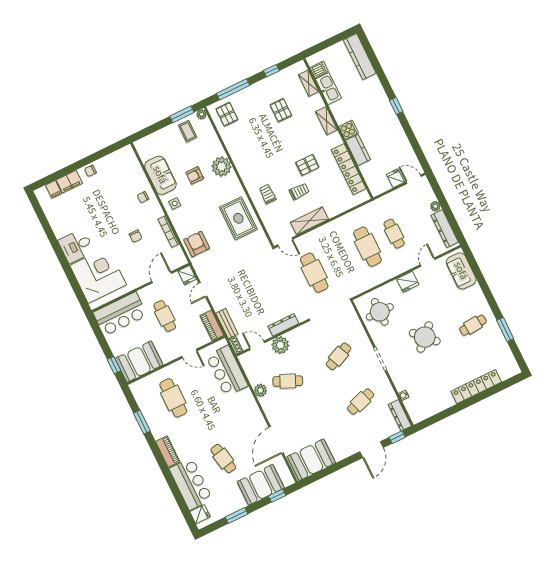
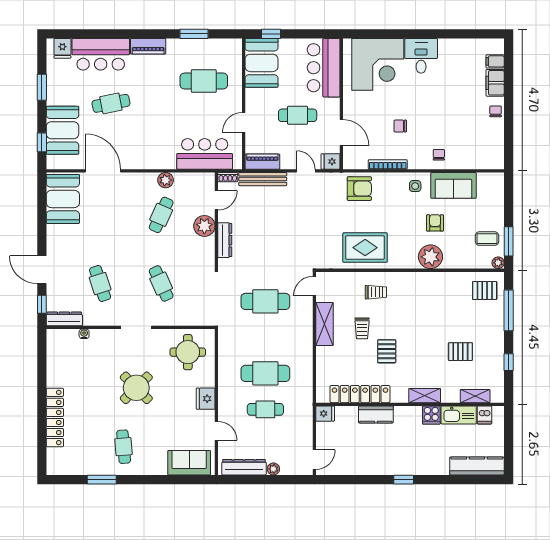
cooker: (349, 130) -> (431, 415), moved
fridge: (395, 178) -> (325, 414), moved
bench: (227, 324) -> (263, 179), width x1.36

